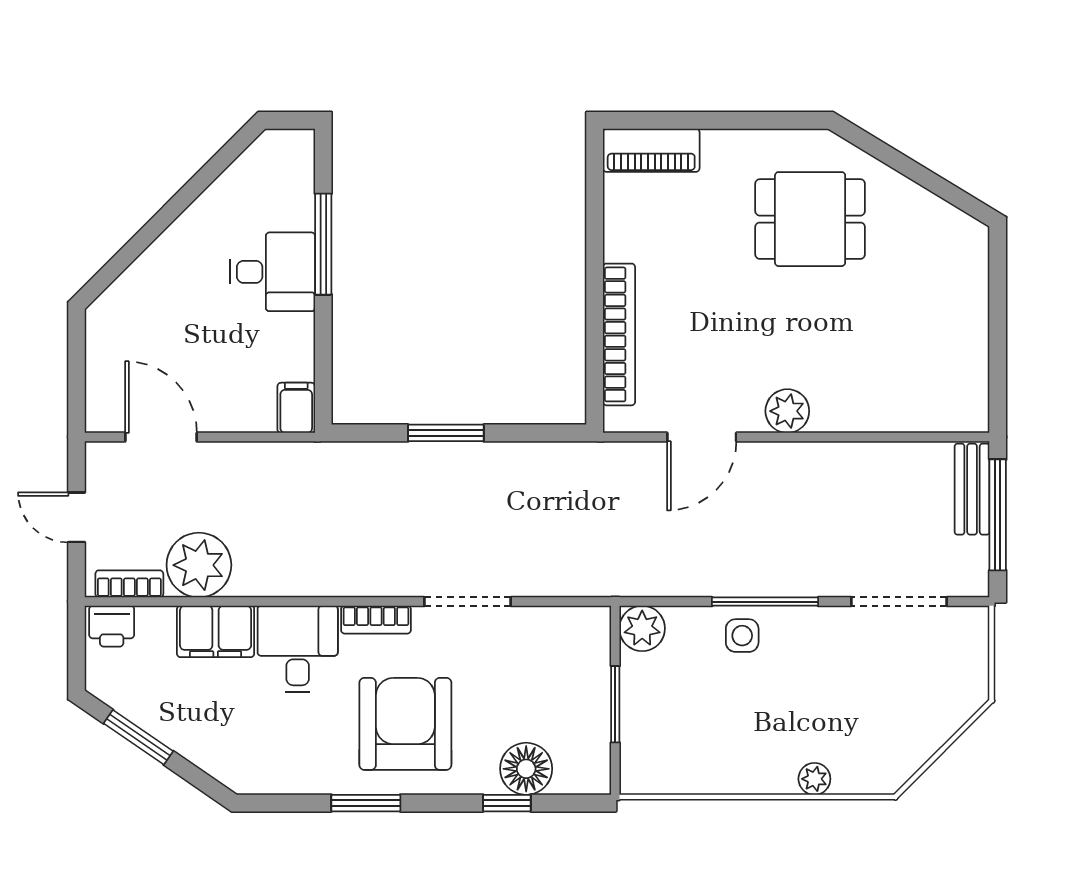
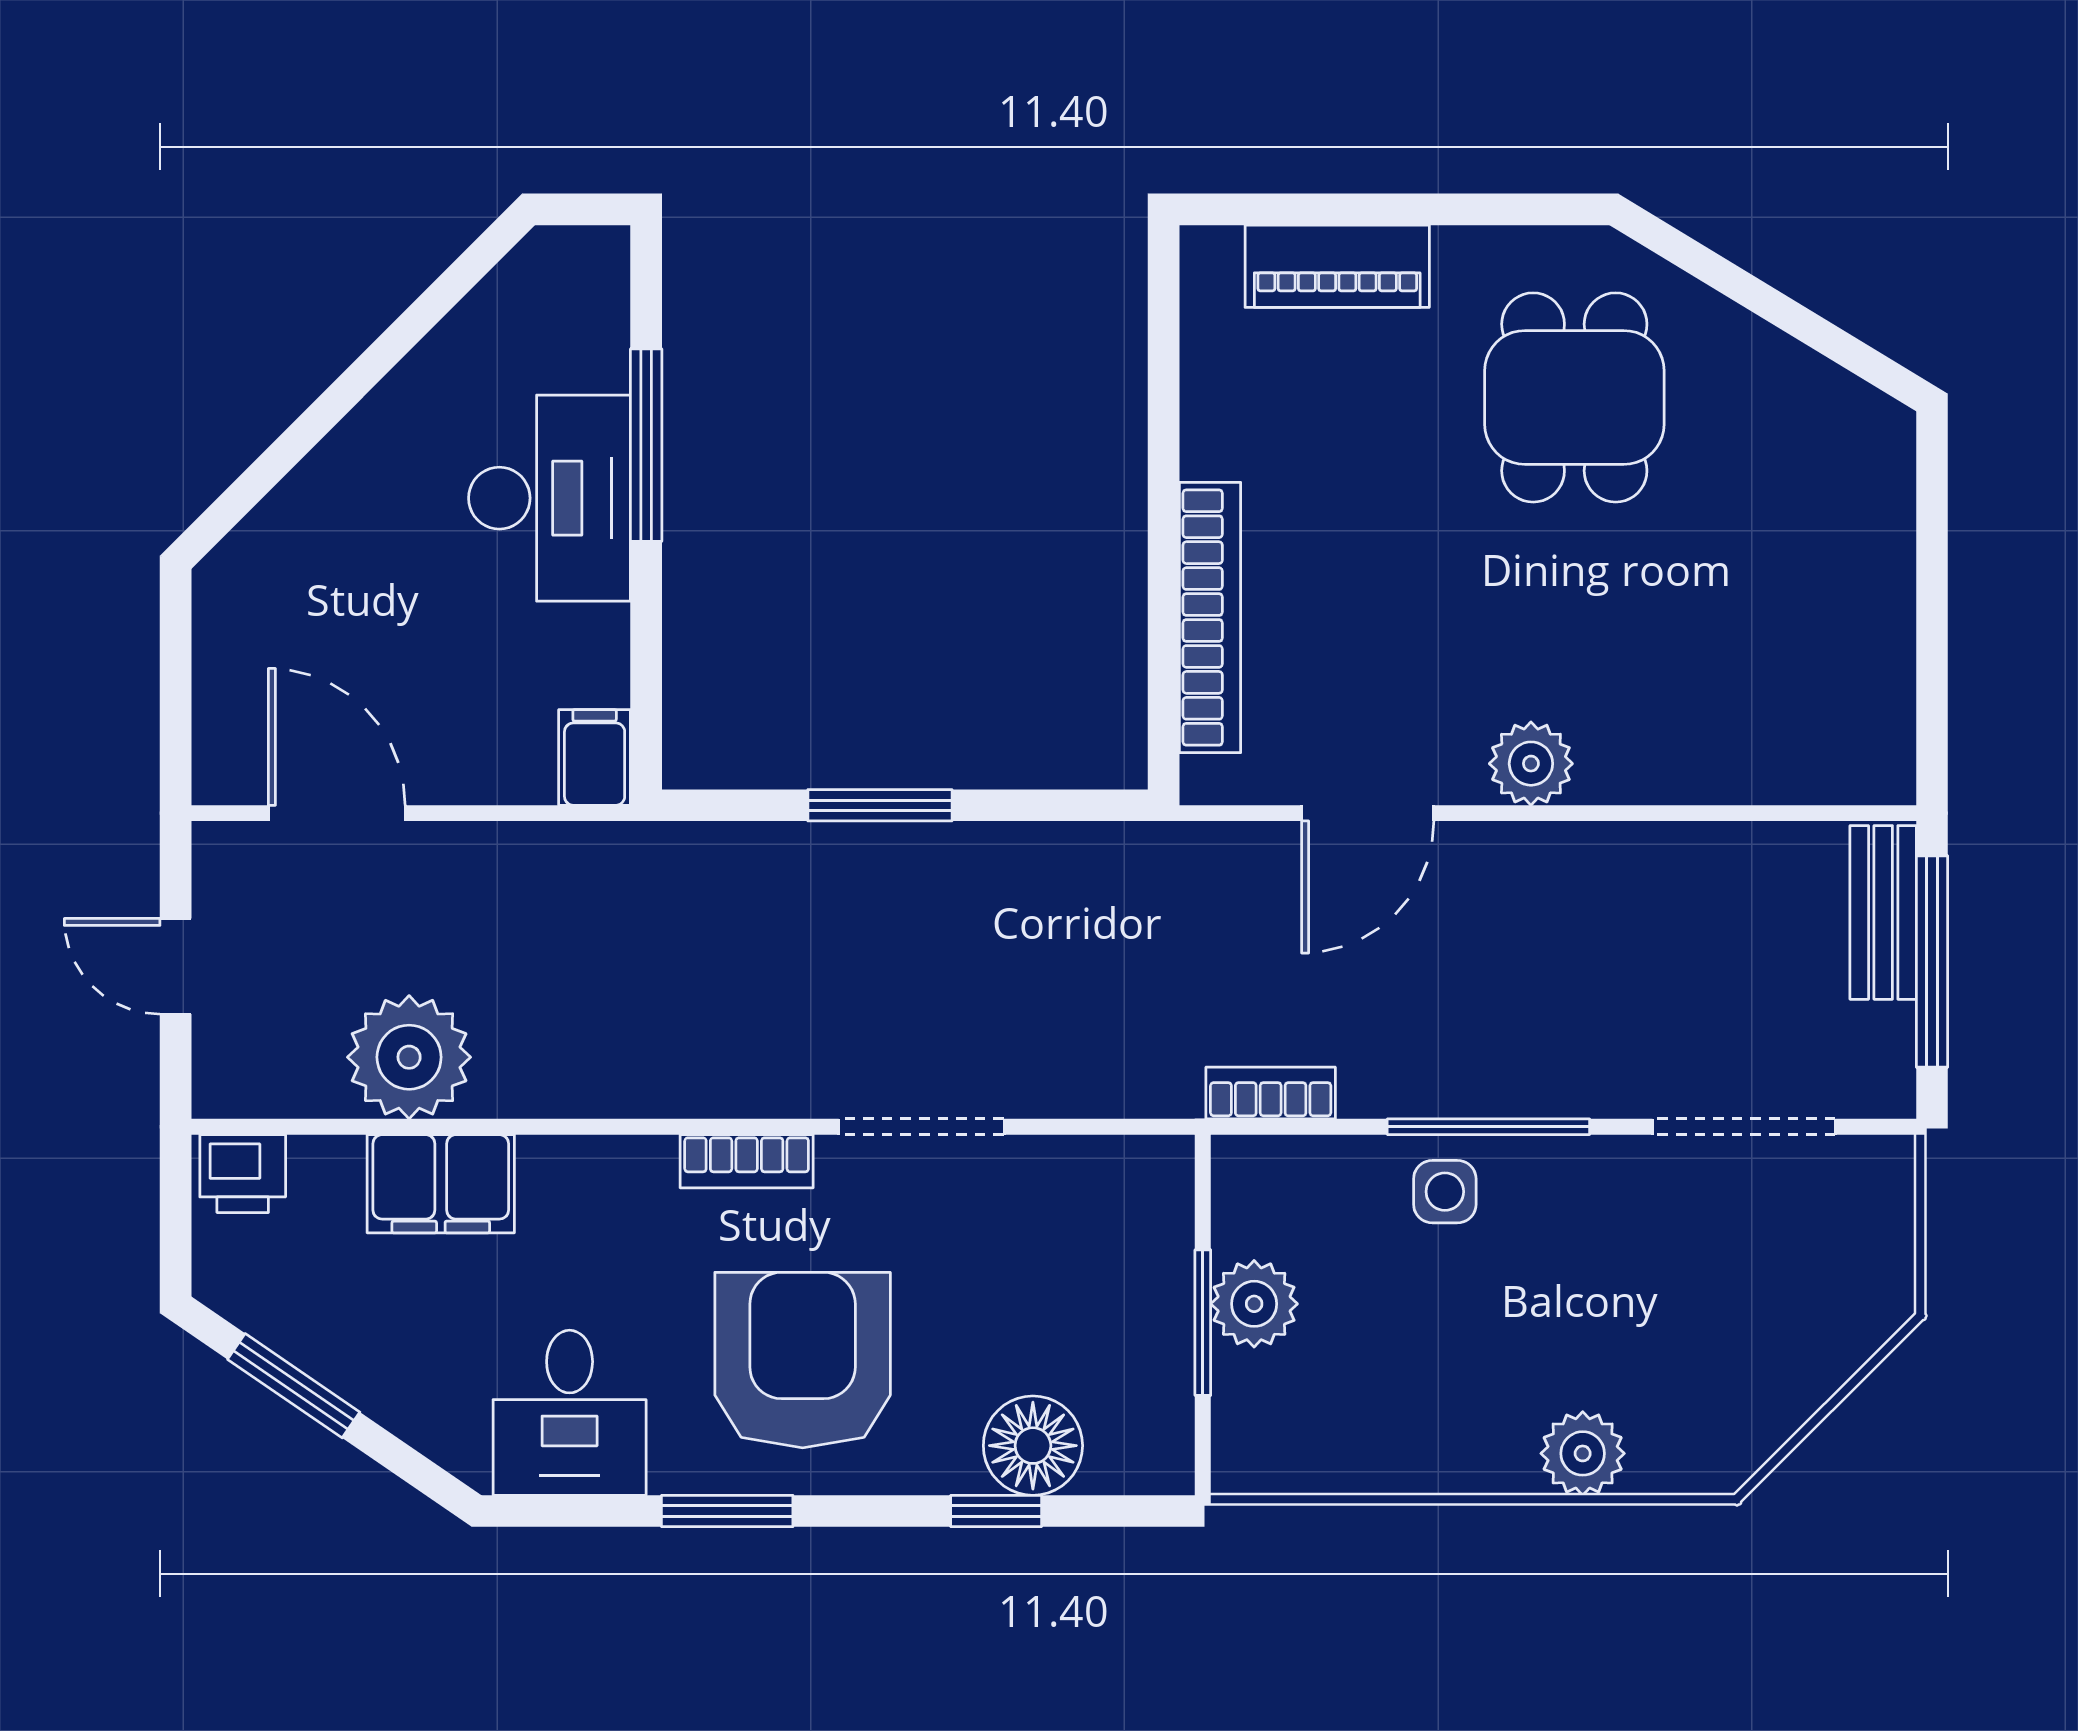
piano: (651, 150) -> (1337, 266), moved
dining table: (810, 219) -> (1574, 397), turned 90
desk: (273, 272) -> (549, 498), width x1.37
bookcase: (129, 584) -> (1271, 1093), moved
plant: (642, 628) -> (1254, 1304), moved
desk: (298, 649) -> (570, 1413), moved, turned 180
plant: (814, 779) -> (1583, 1453), width x1.38, depth x1.38

